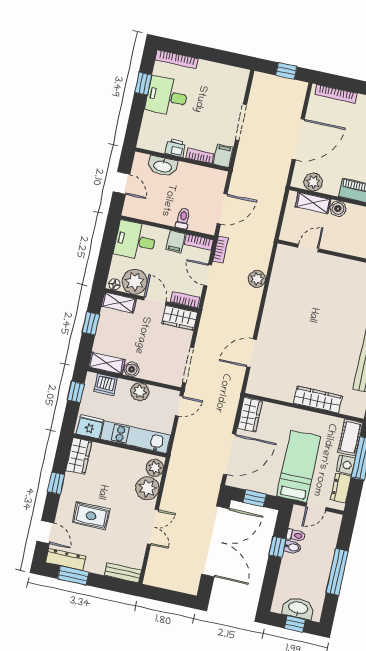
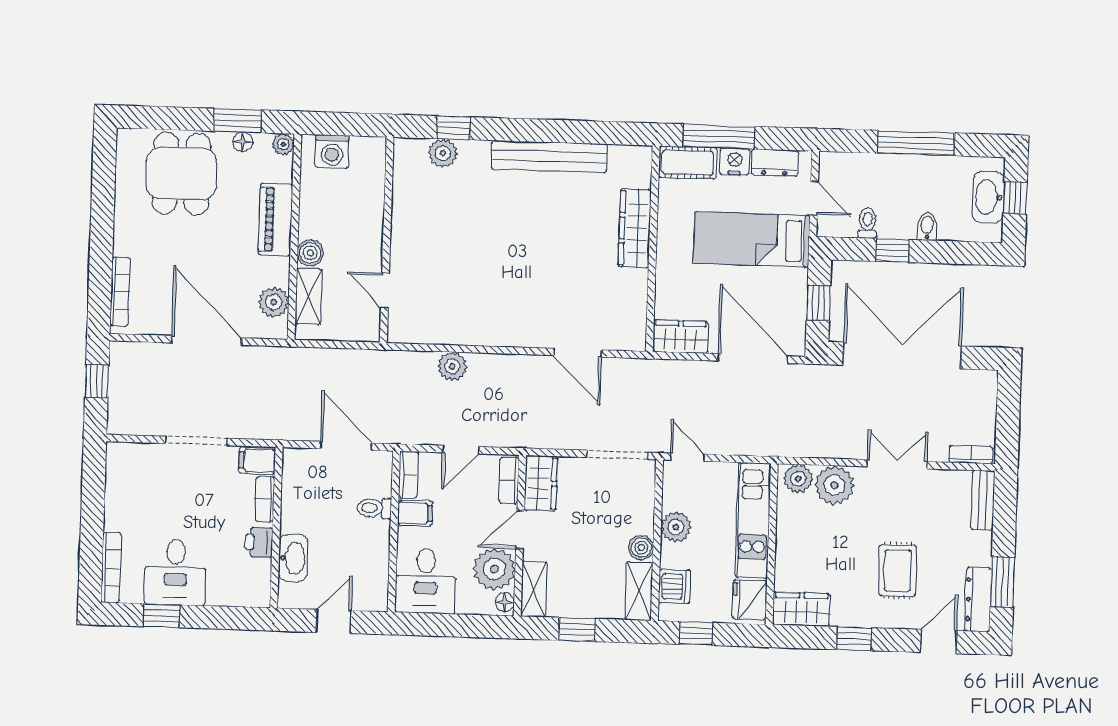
bookcase: (220, 250) -> (971, 455), moved
bidet: (292, 547) -> (927, 227), moved

